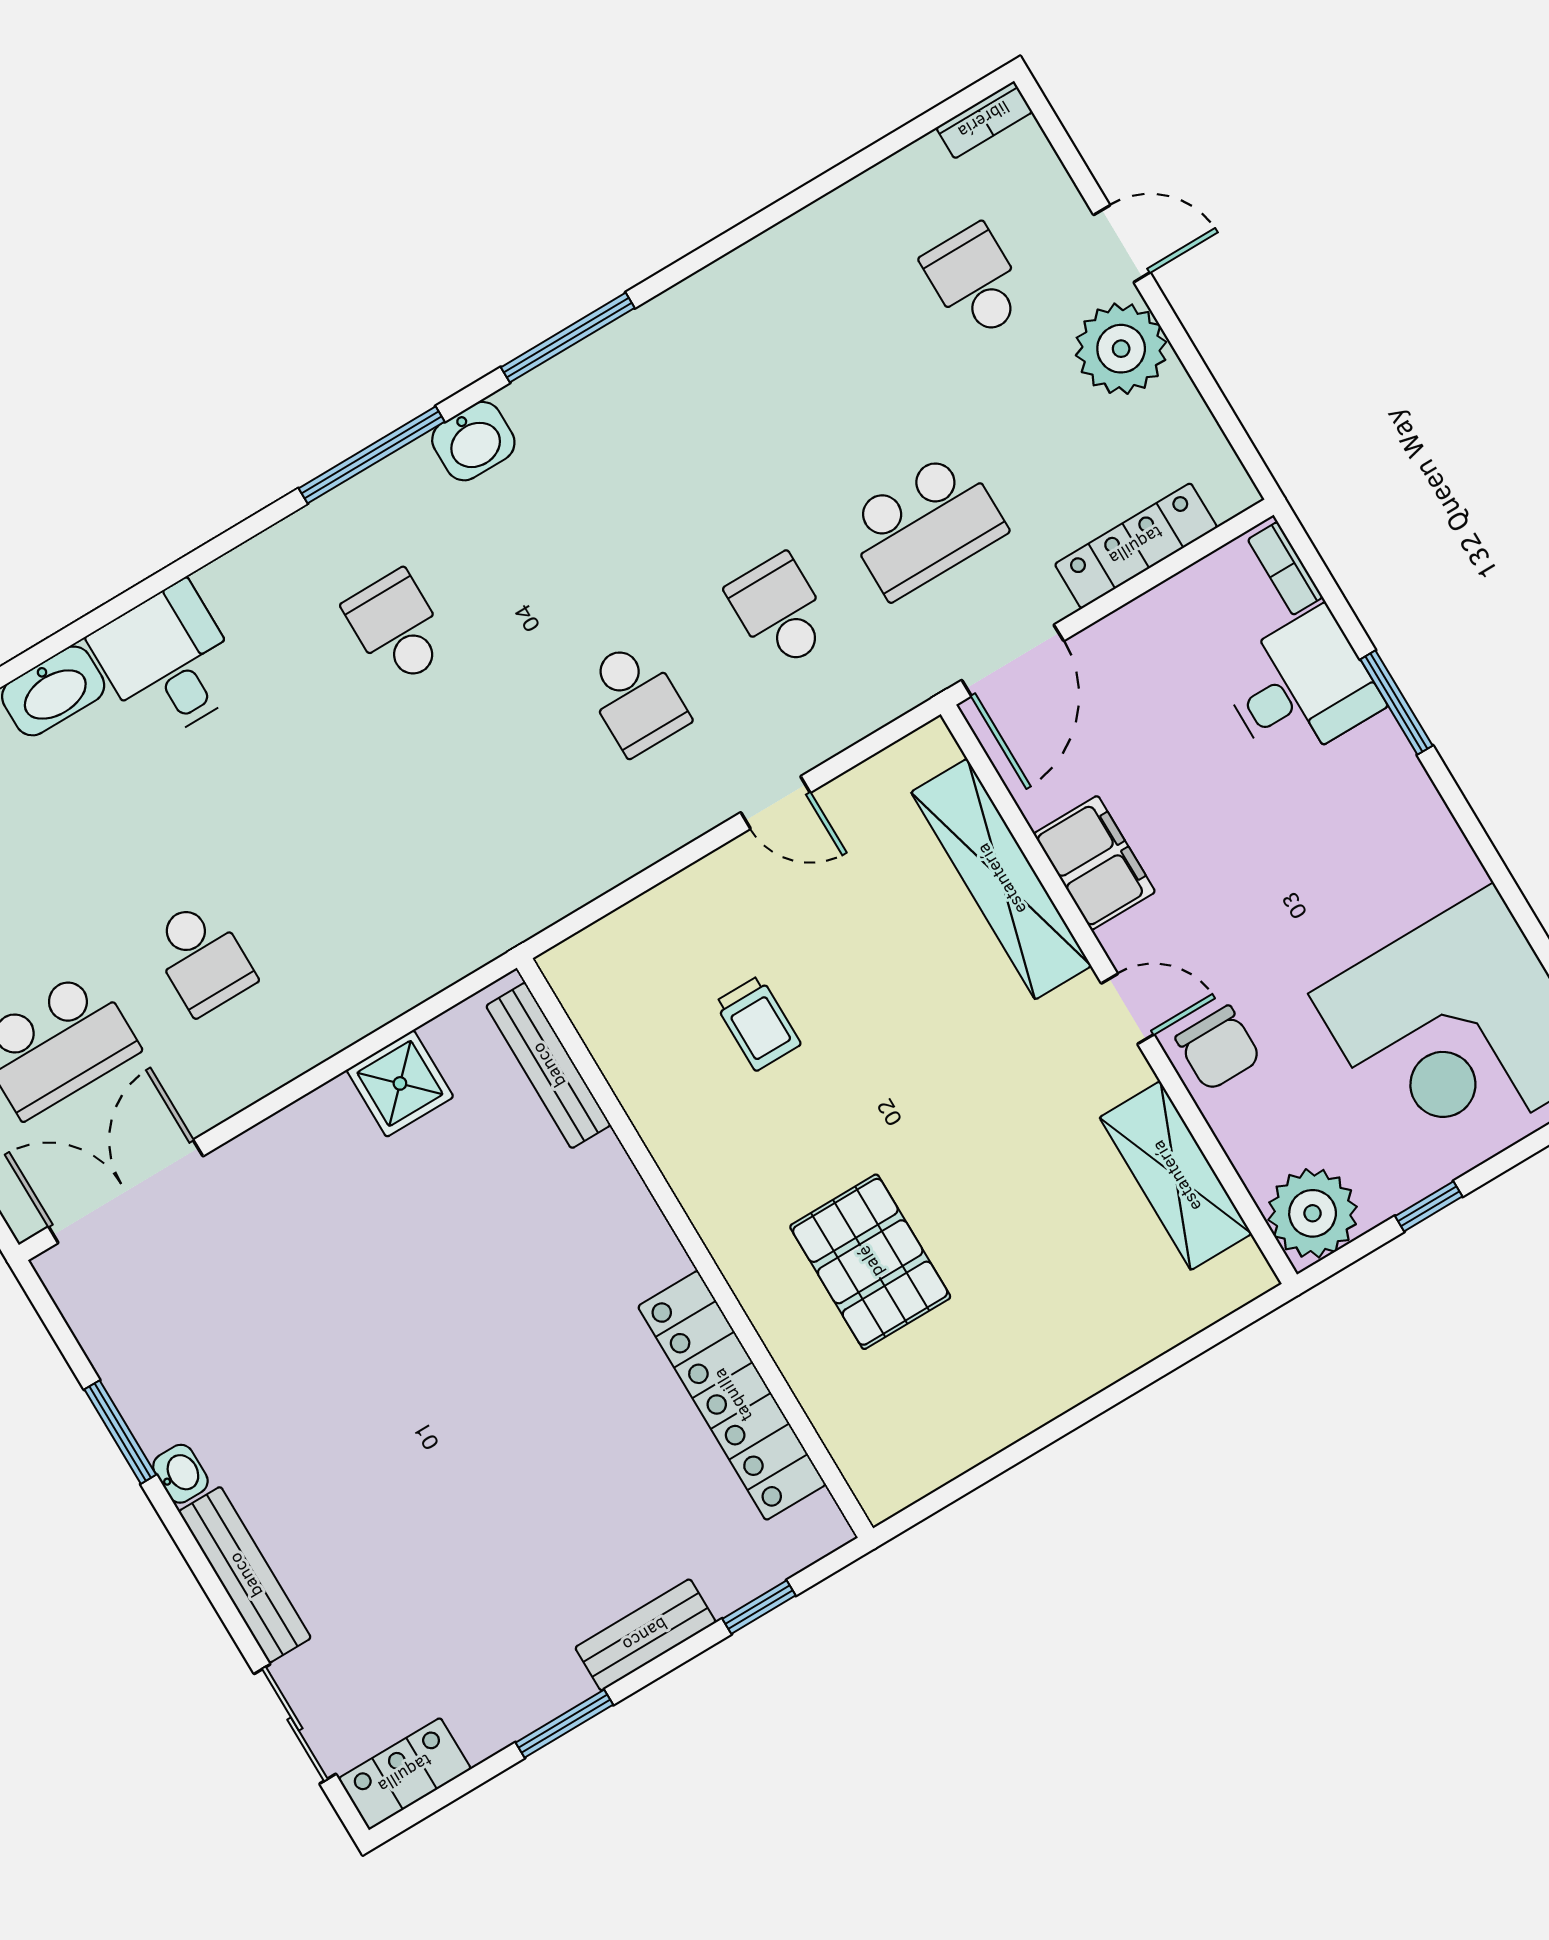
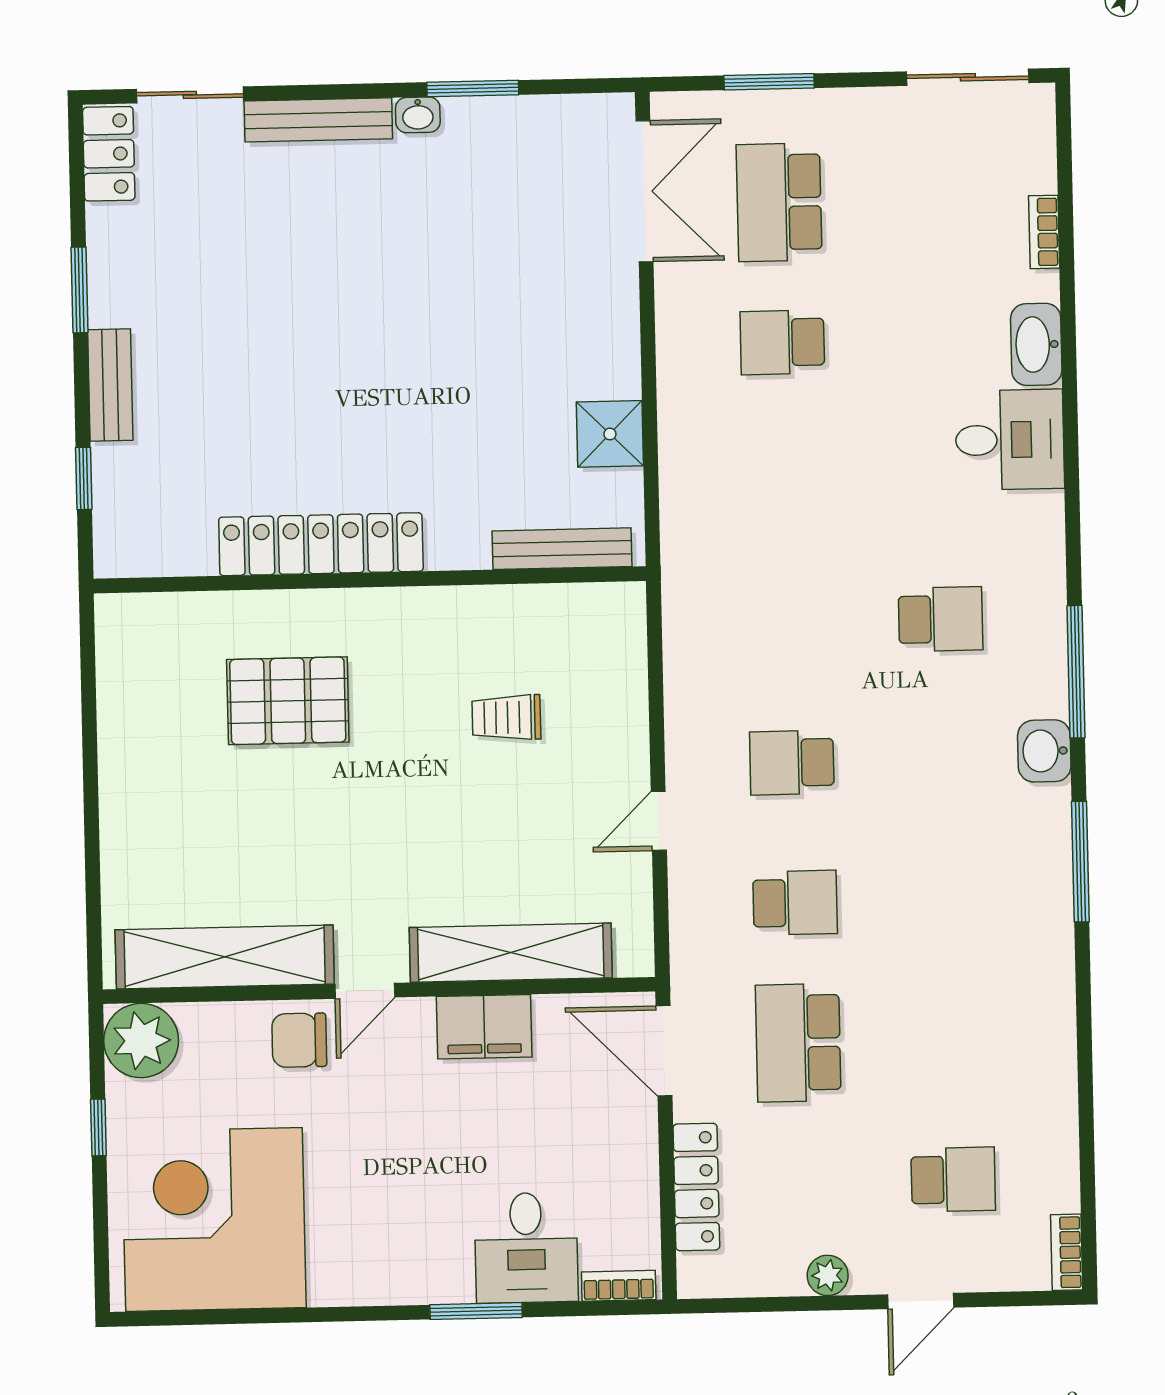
plant: (1121, 349) -> (828, 1275), width x0.53, depth x0.53
shelving: (1176, 1176) -> (225, 957), width x1.47
locker: (732, 1395) -> (321, 544), moved

